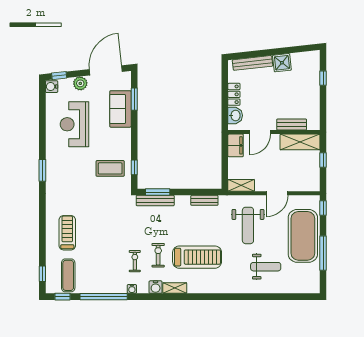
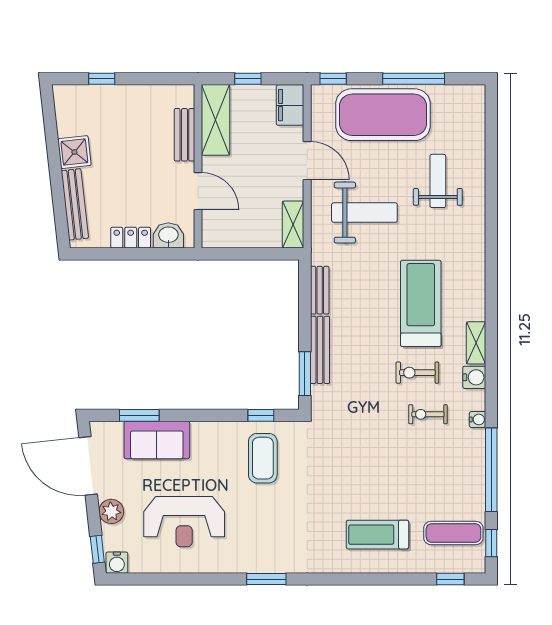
filing cabinet: (236, 145) -> (290, 105), moved, turned -90
bench: (155, 201) -> (320, 350), moved

